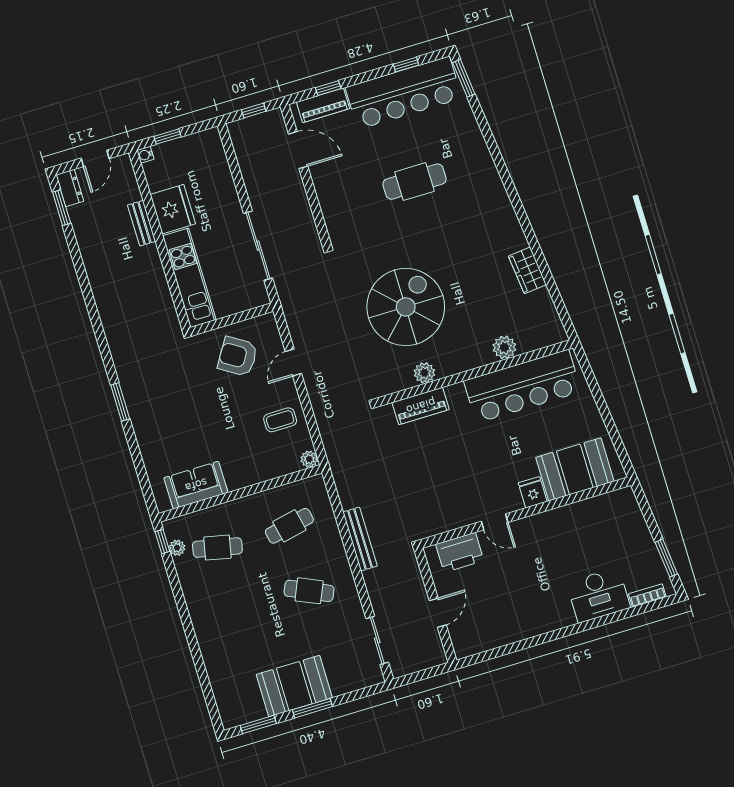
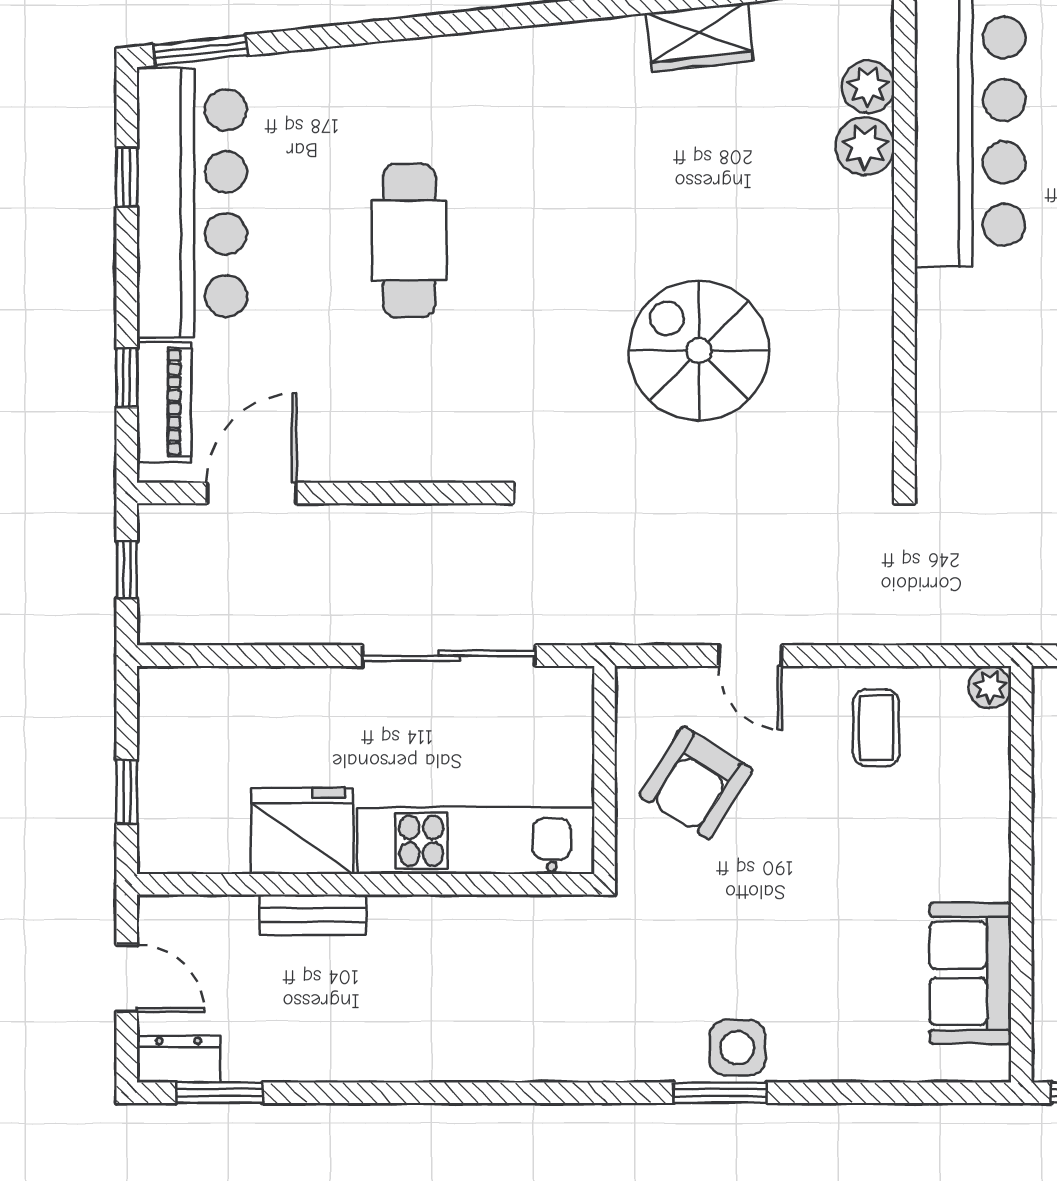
water cooler: (145, 155) -> (154, 857), removed
spiral stairs: (406, 307) -> (699, 351), width x0.73, depth x0.73
plant: (424, 373) -> (868, 87), moved
side table: (140, 403) -> (737, 1048), added
piano: (421, 406) -> (944, 386), removed

